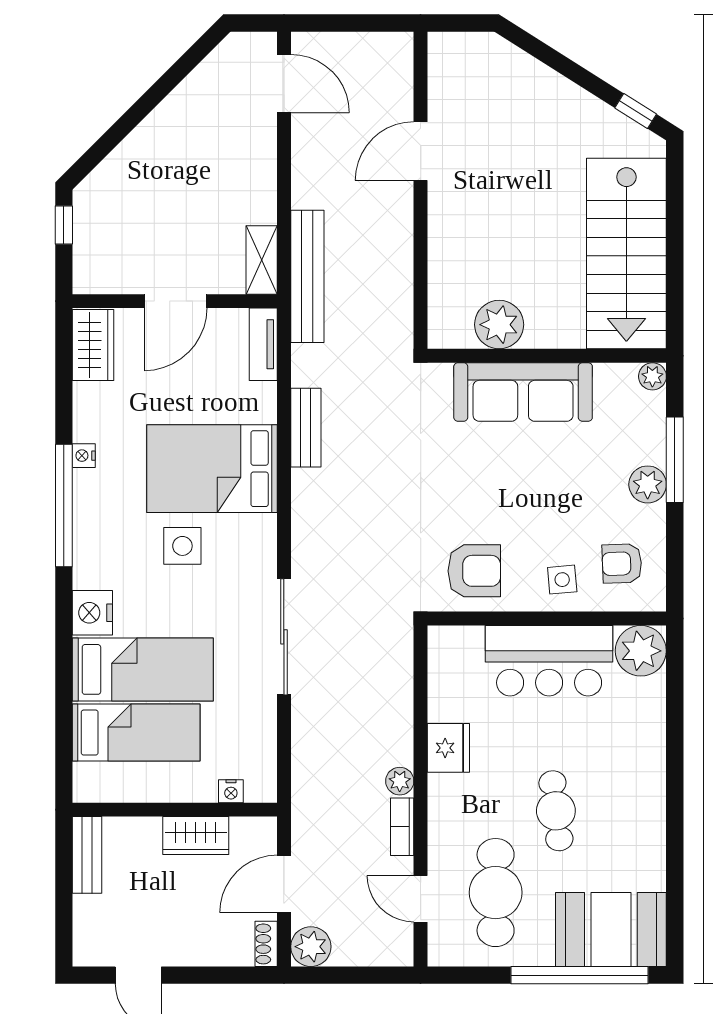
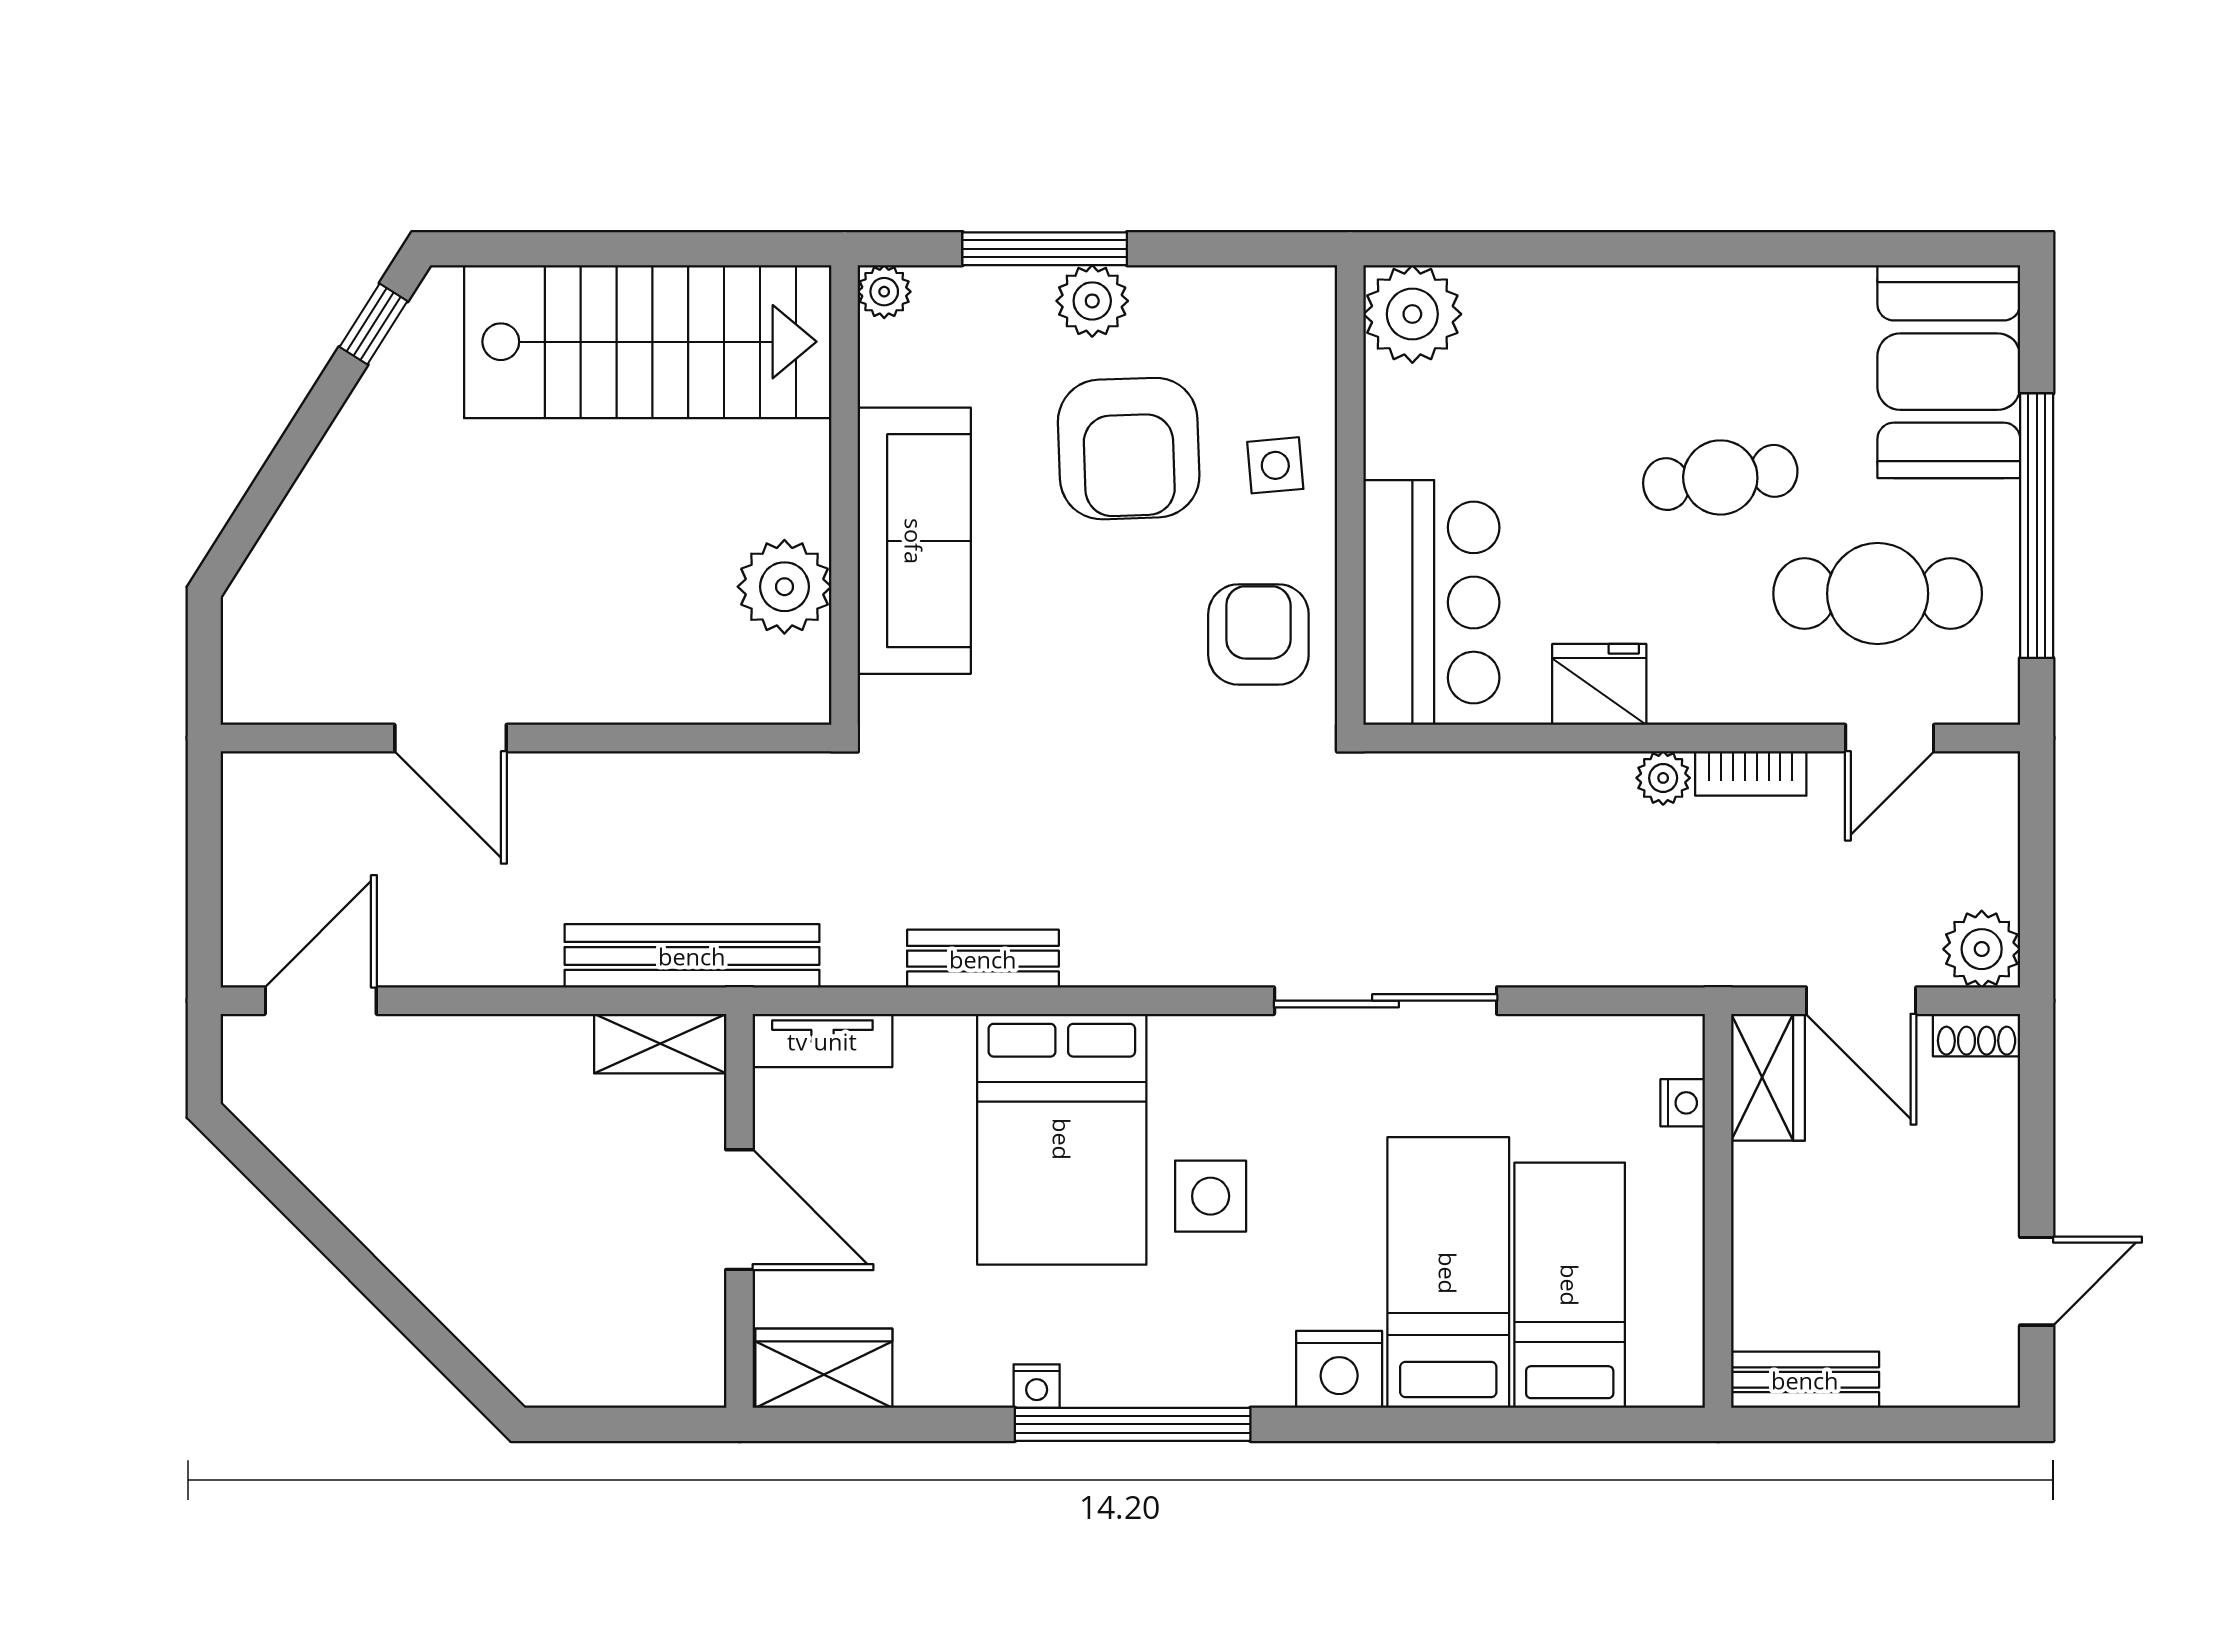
window: (64, 225) -> (593, 1424), removed
armchair: (622, 564) -> (1129, 449), moved, width x1.88, depth x1.88
bar counter: (549, 661) -> (1431, 602), moved
wardrobe: (196, 836) -> (1768, 1077), moved
window: (579, 975) -> (2037, 526), moved

